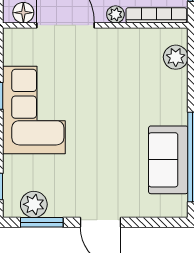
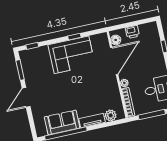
tv unit: (178, 98) -> (92, 121), added
plant: (34, 204) -> (28, 64), removed

